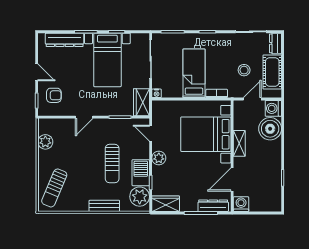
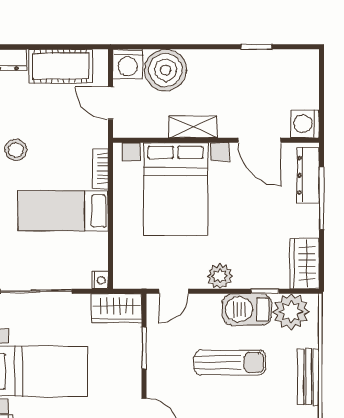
stool: (244, 70) -> (16, 150), moved

